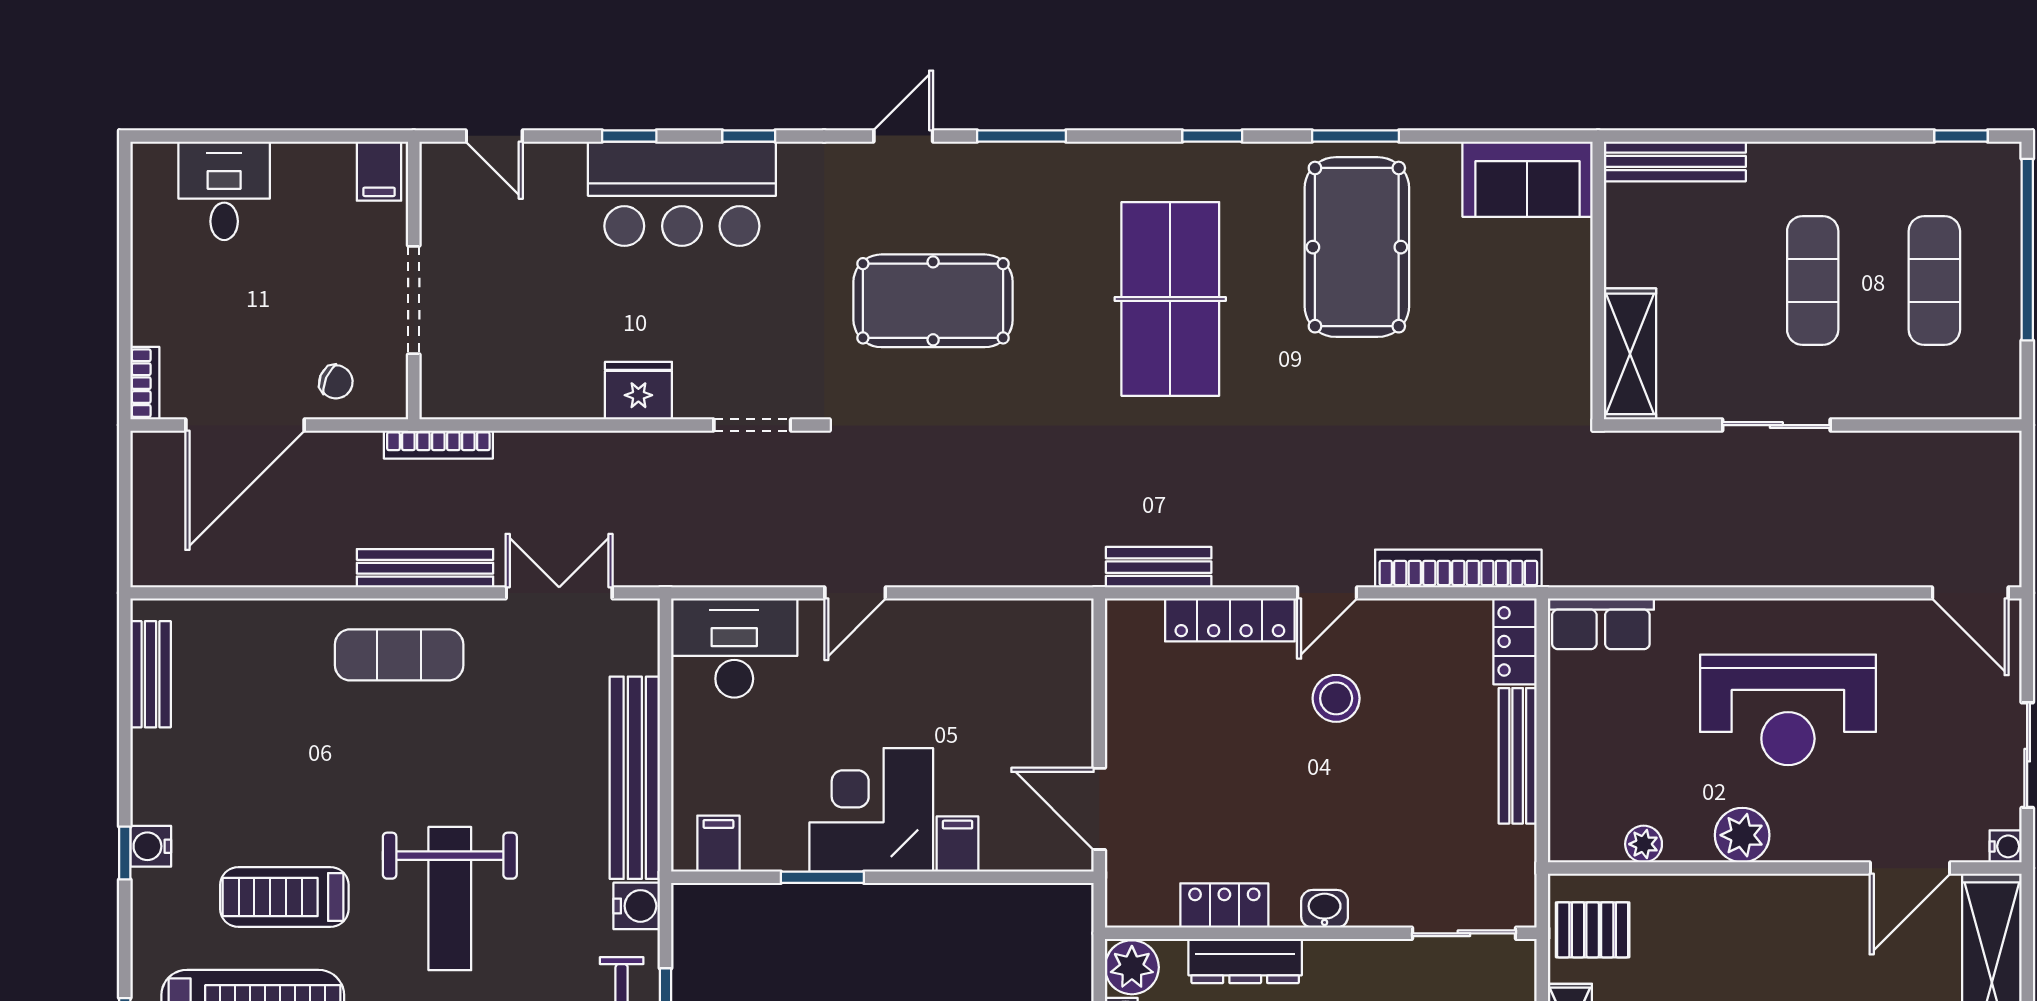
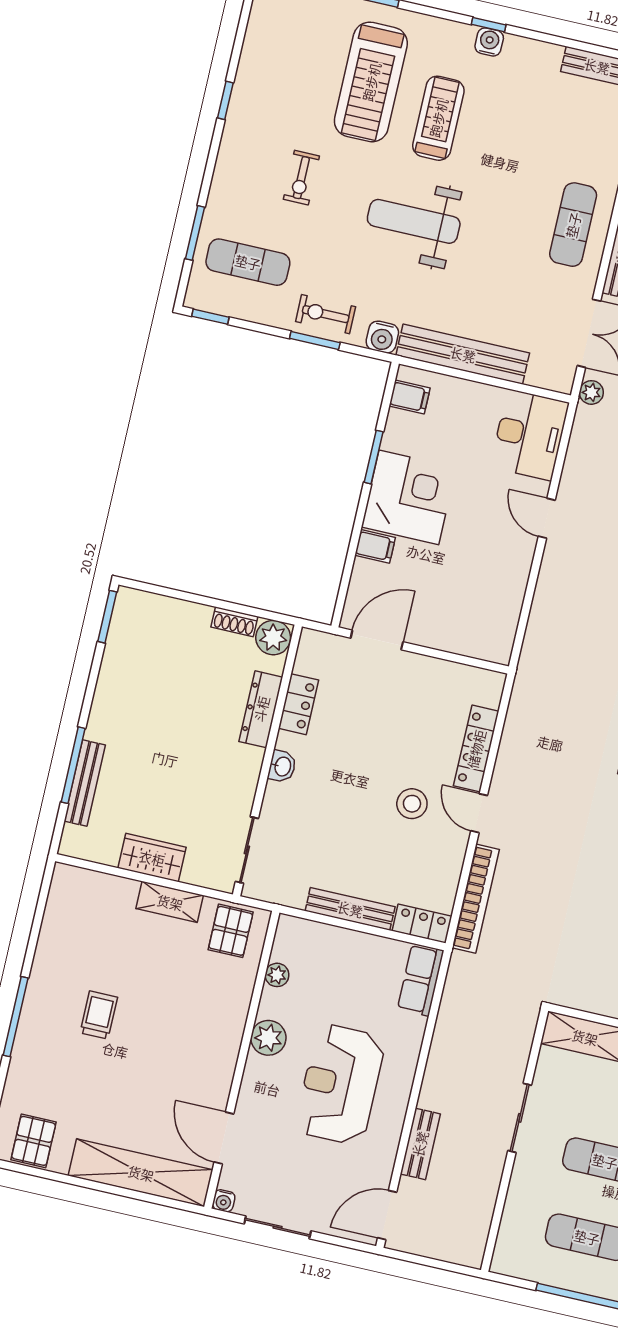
bench: (1159, 567) -> (420, 1144), moved
plant: (648, 569) -> (591, 392), added

